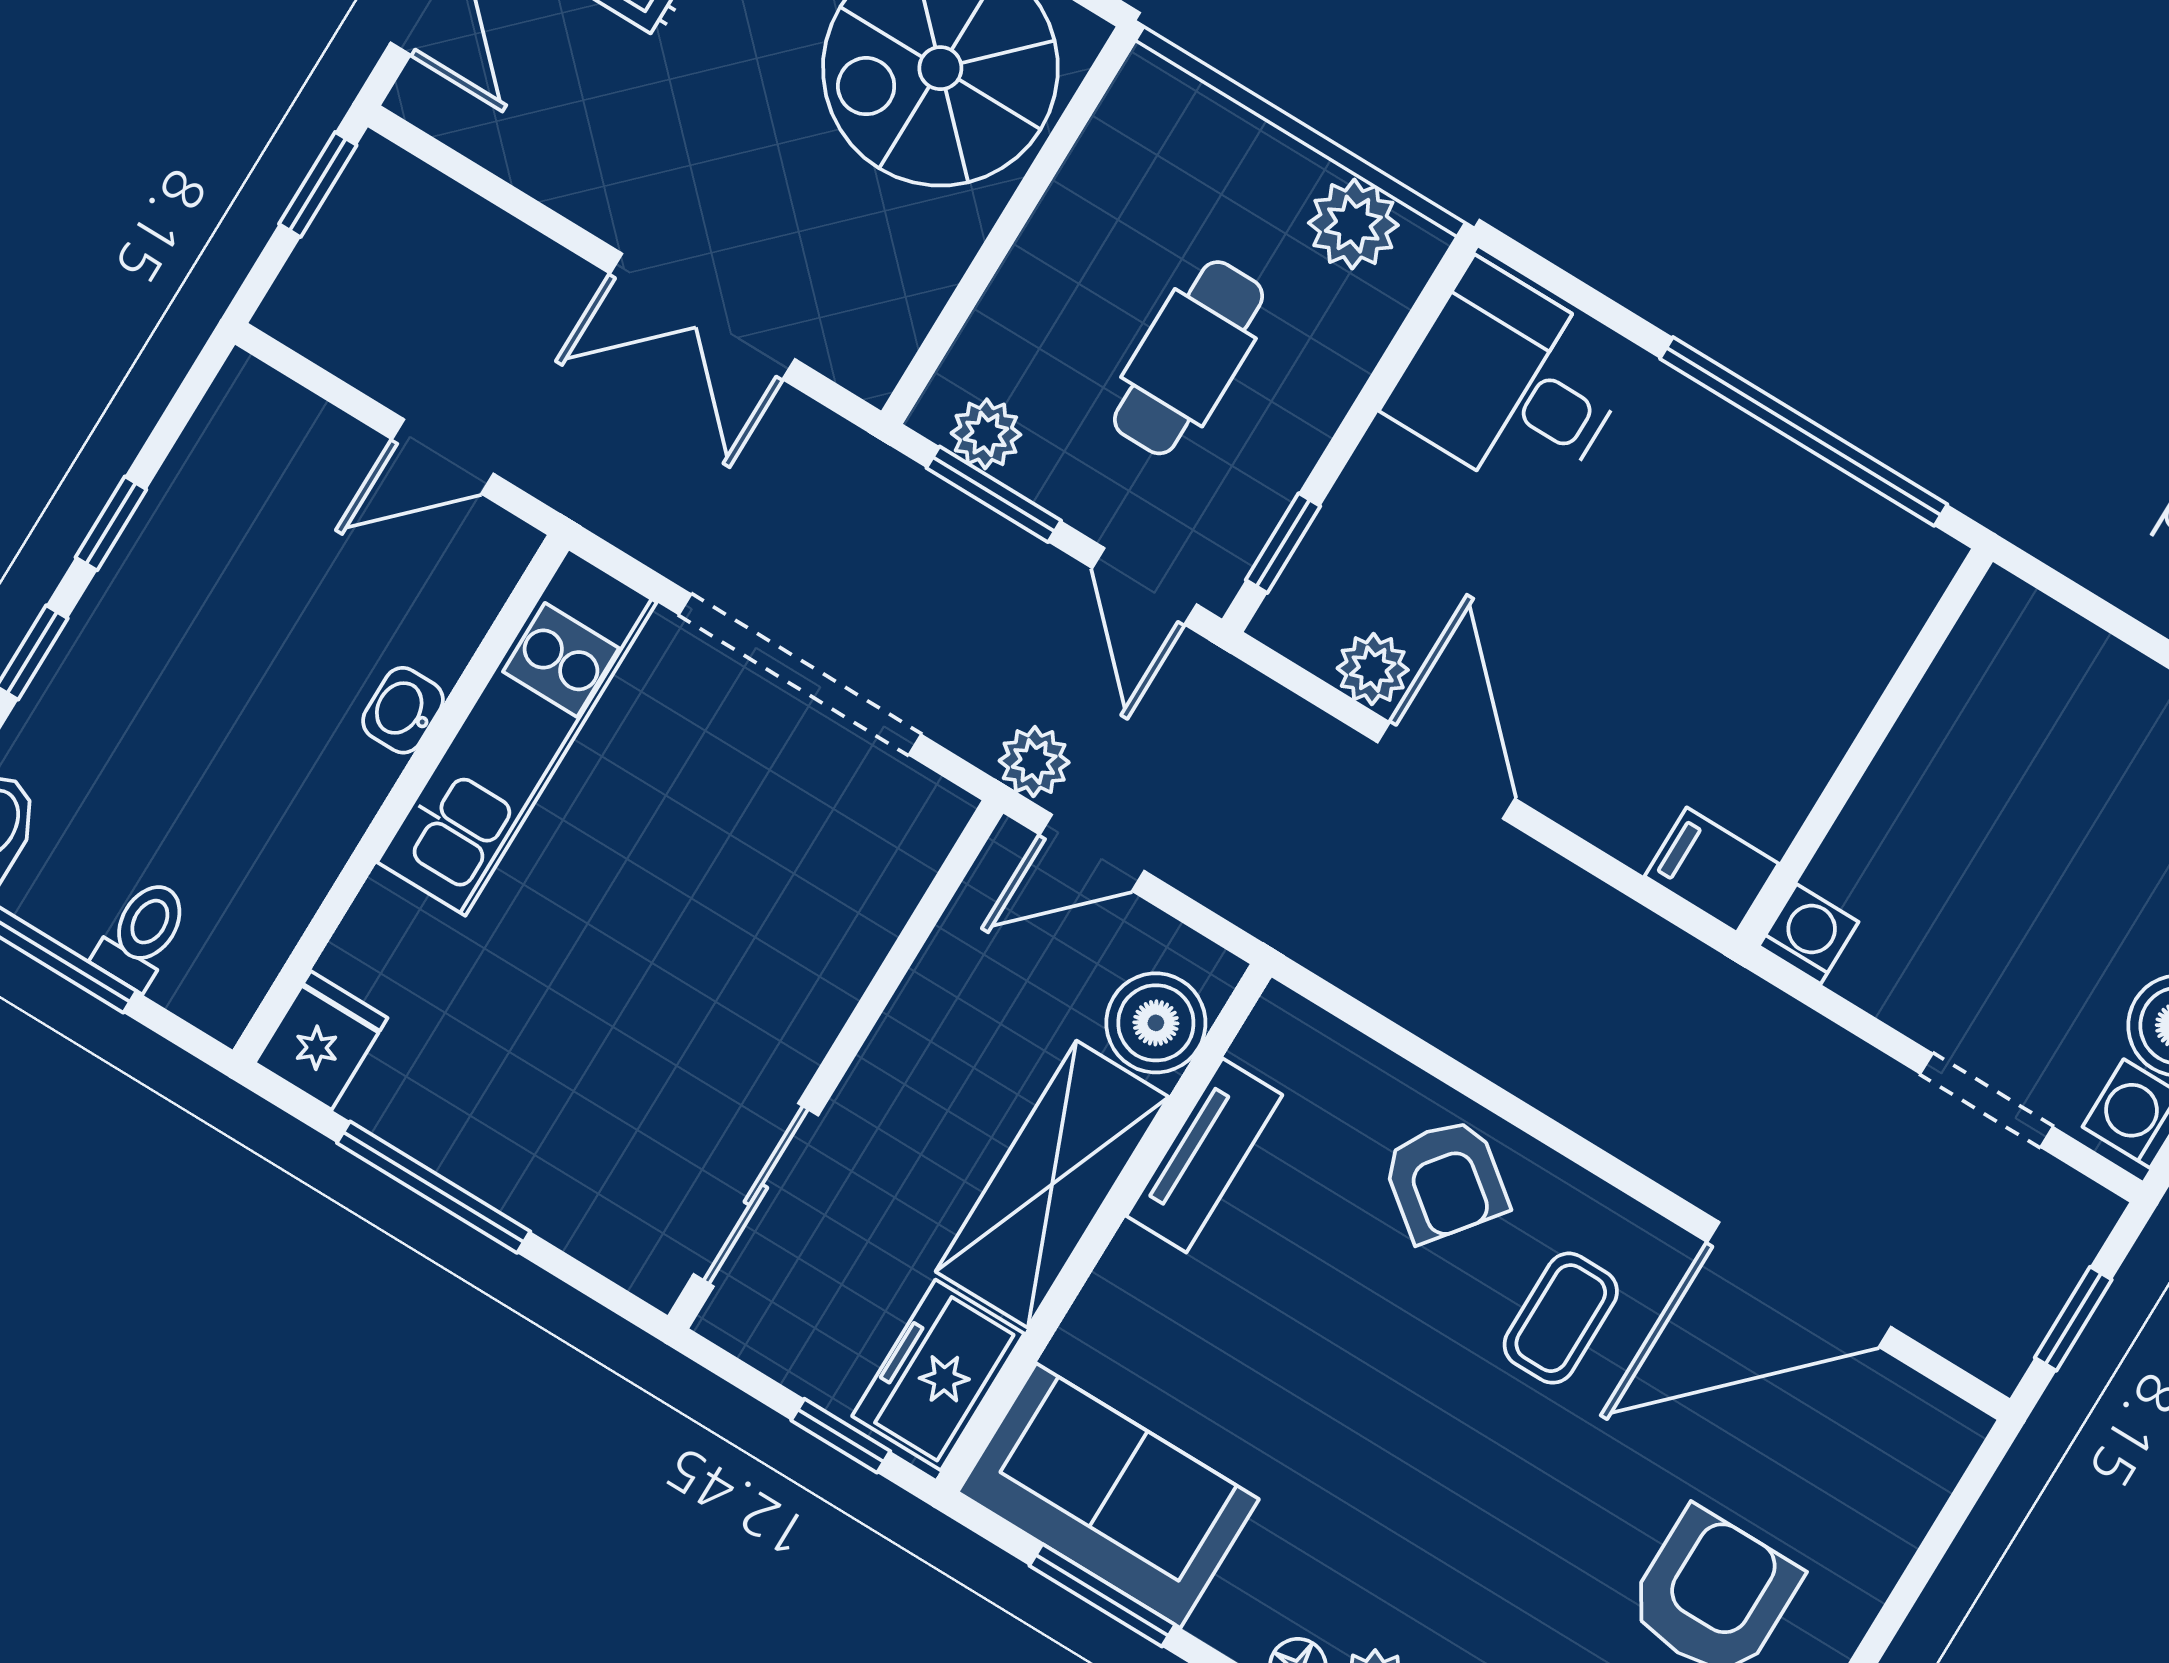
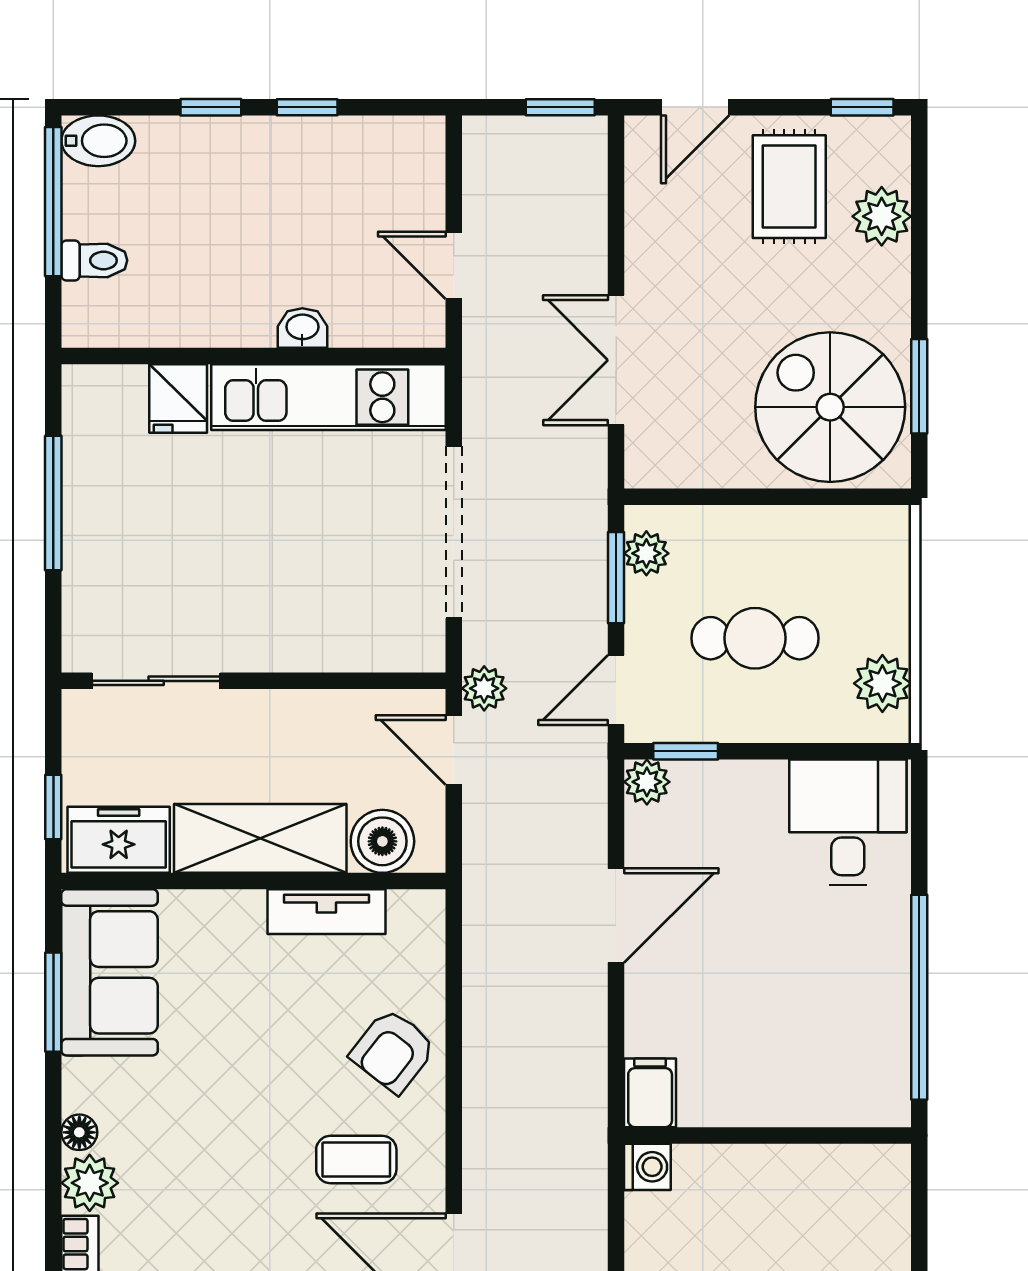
plant: (1373, 669) -> (647, 782), moved
fridge: (321, 1040) -> (178, 399), moved, turned 90

